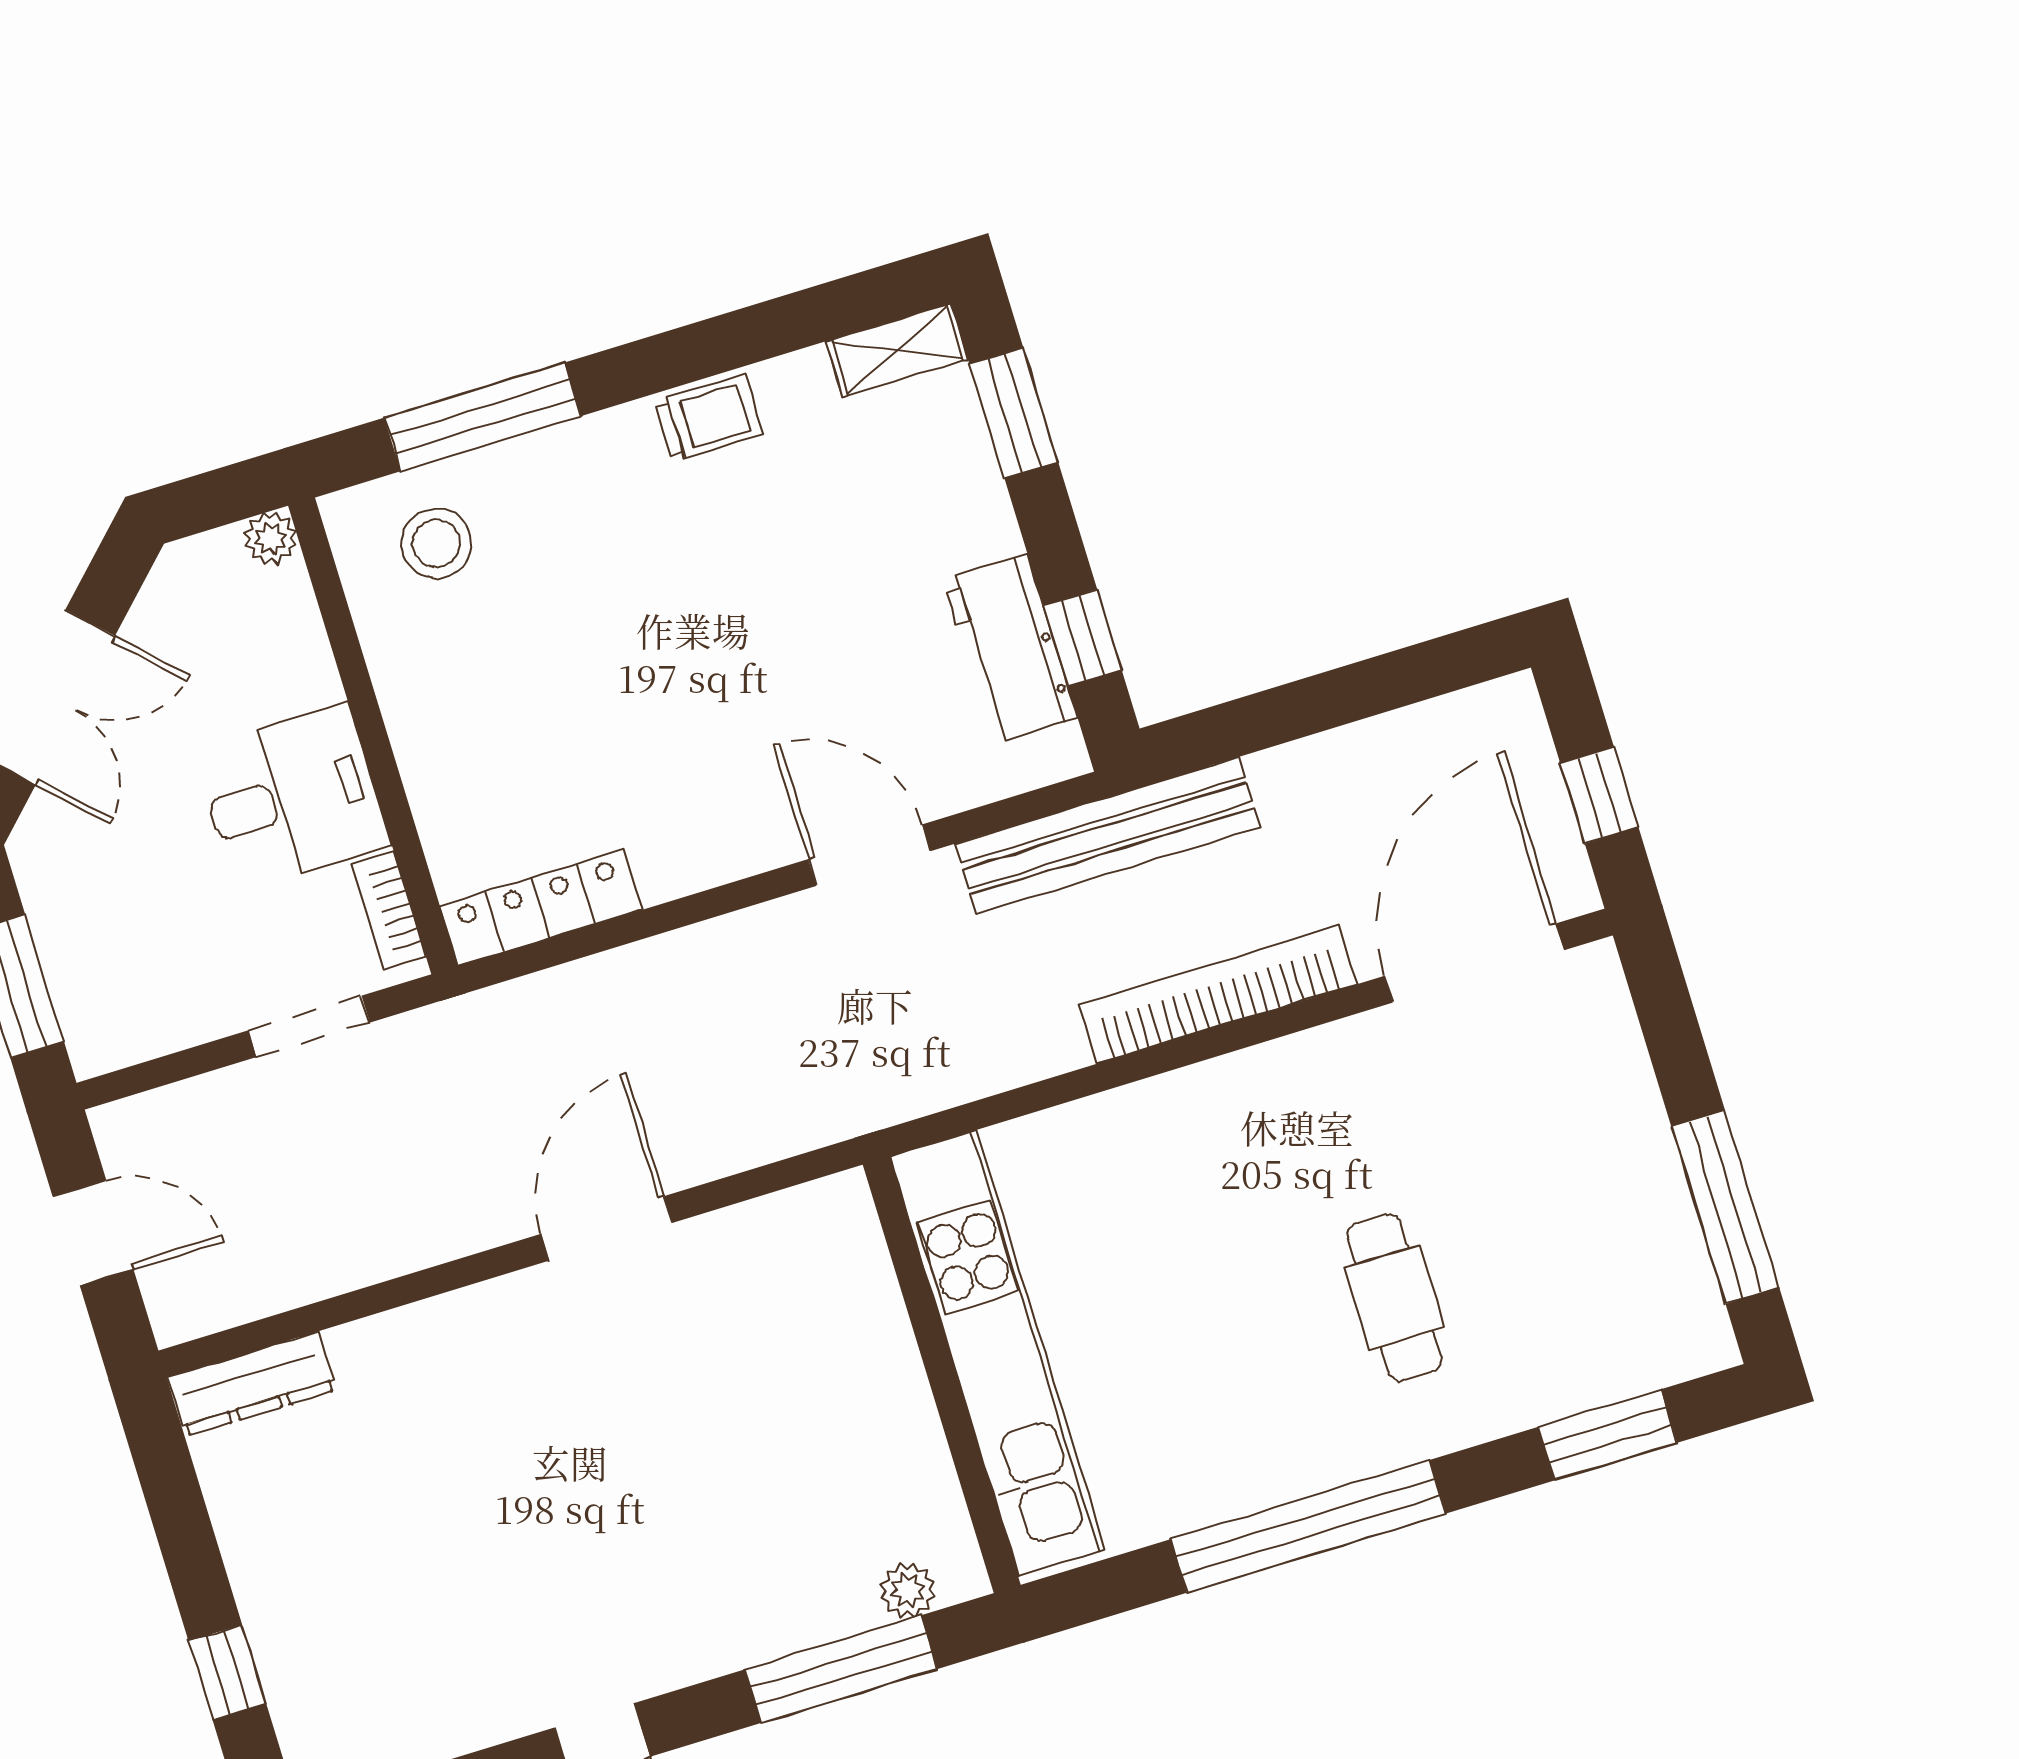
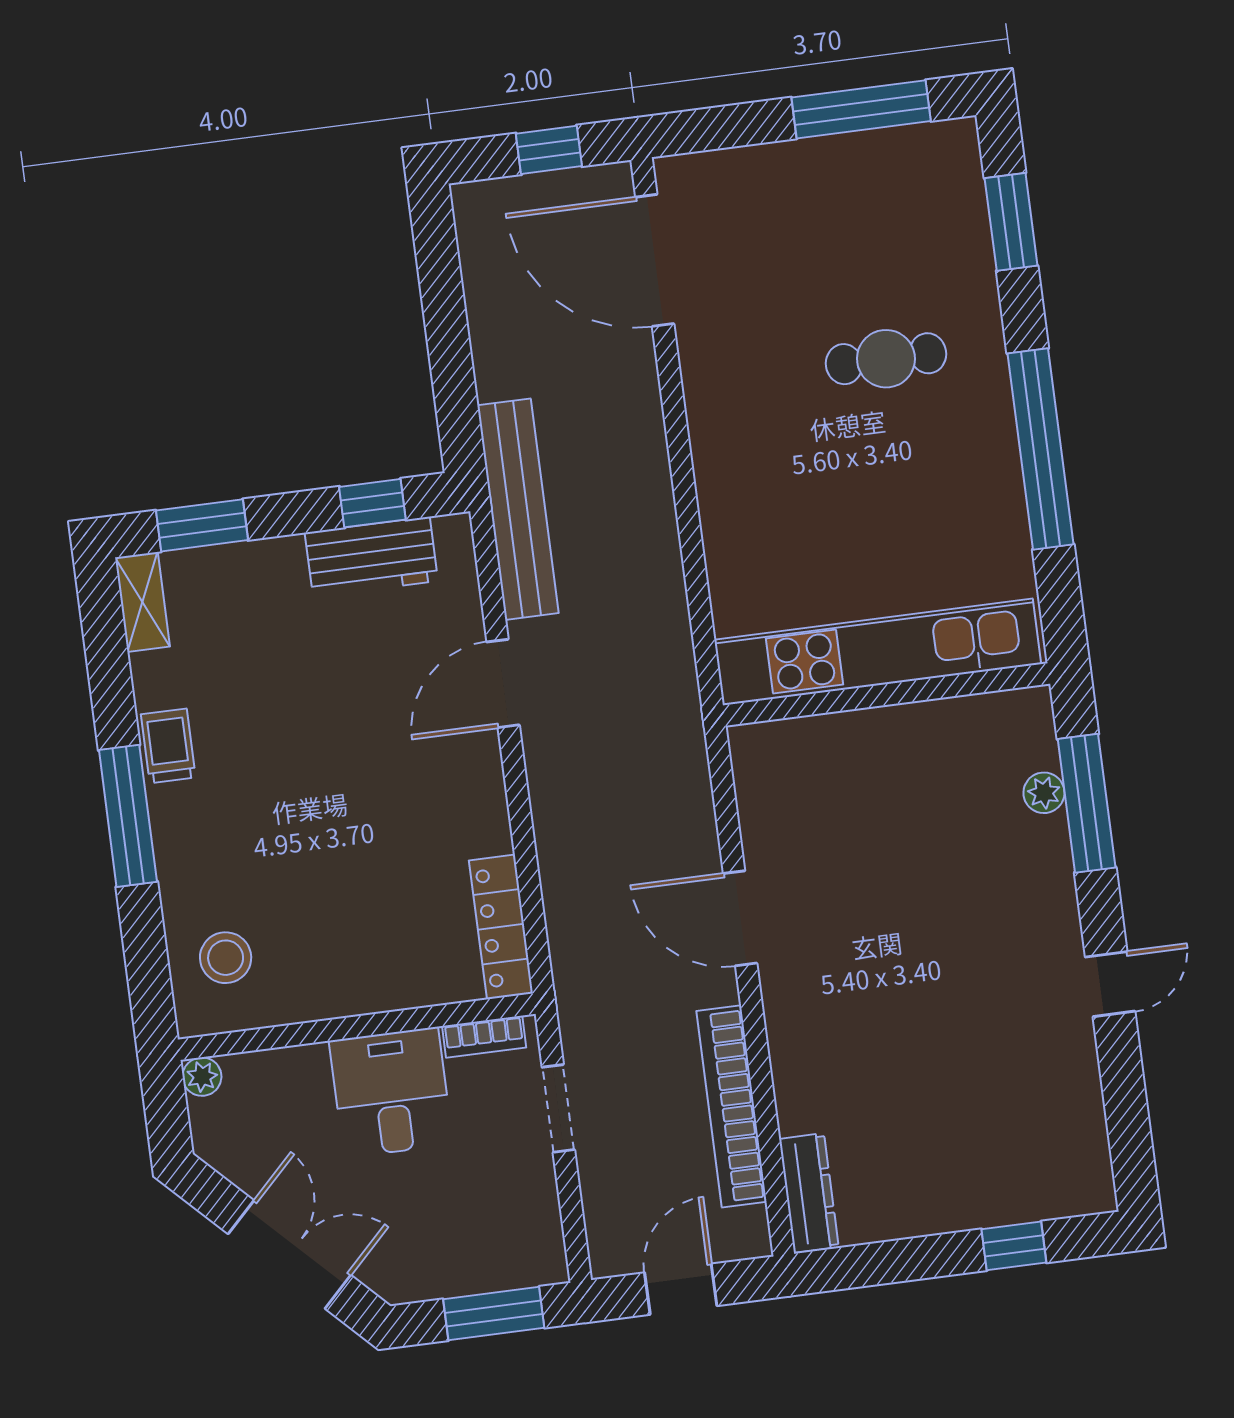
window: (483, 417) -> (128, 816), moved
bookcase: (1218, 995) -> (731, 1106), moved
plant: (908, 1590) -> (1044, 793), moved

